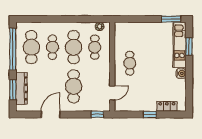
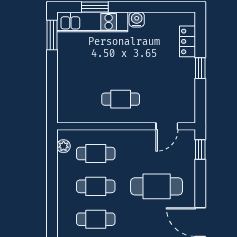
cafe table: (74, 47) -> (96, 186), width x0.73, depth x0.74
door: (112, 93) -> (167, 126), swing flipped

